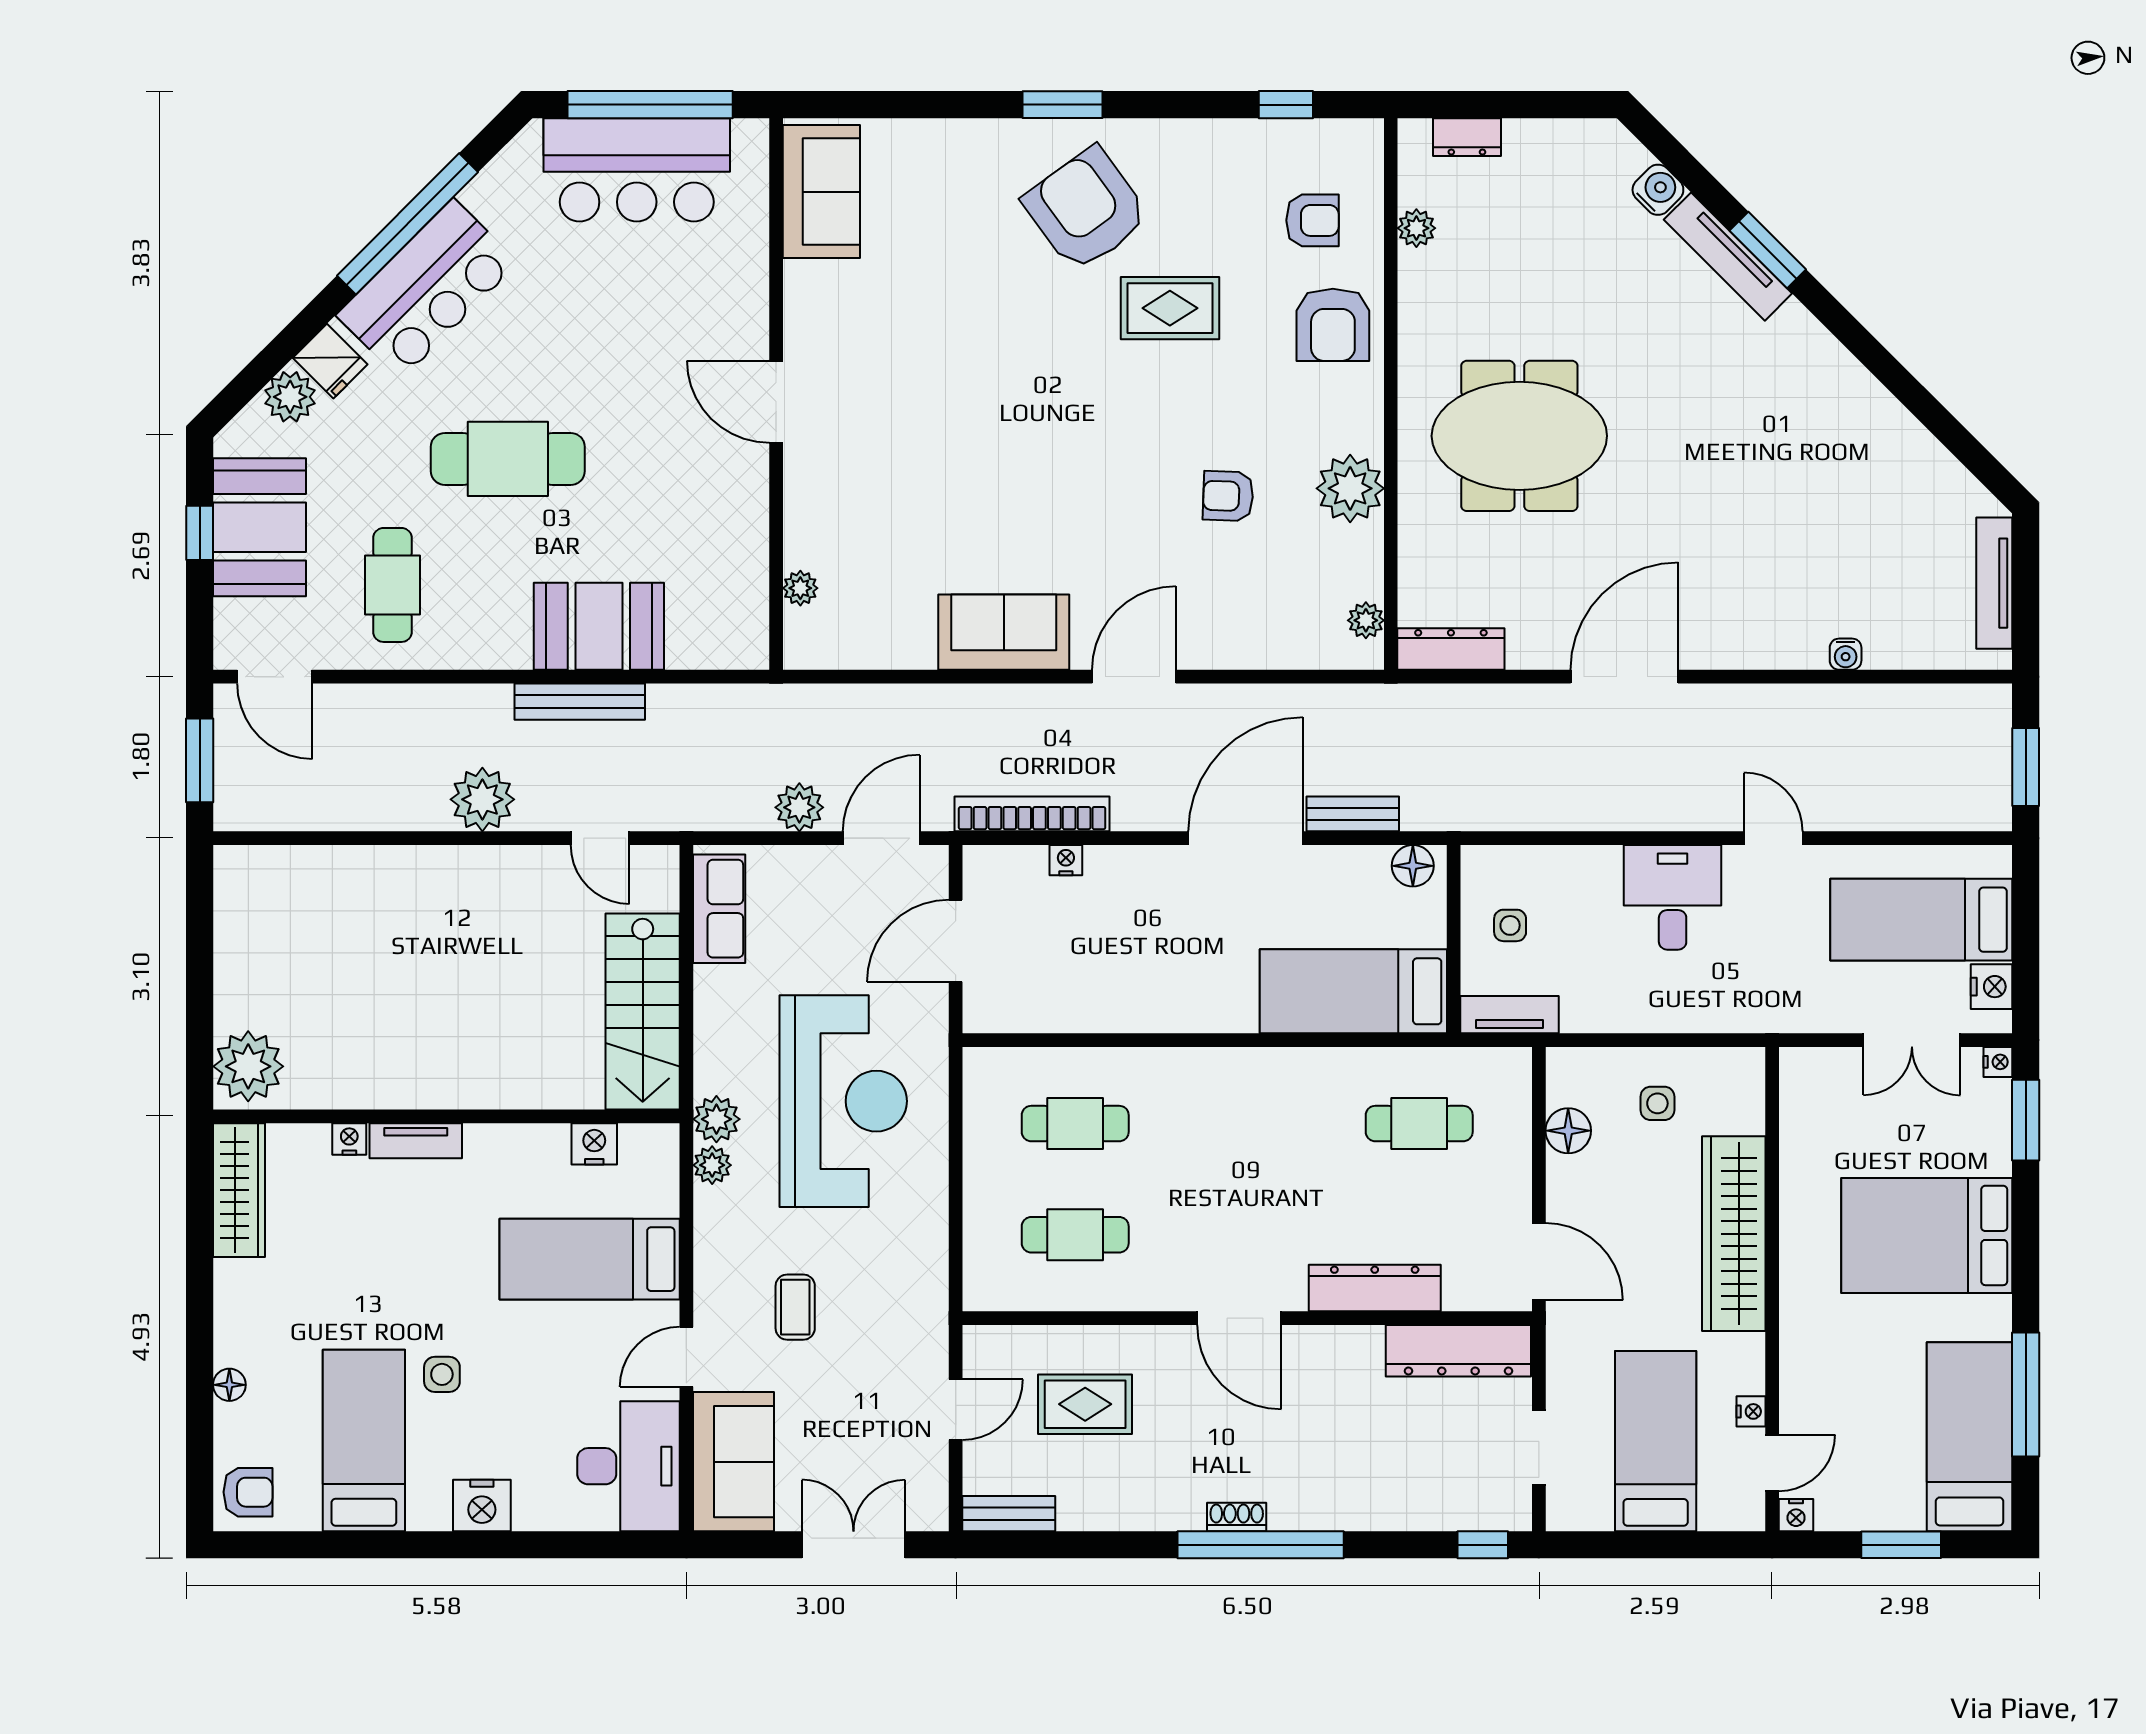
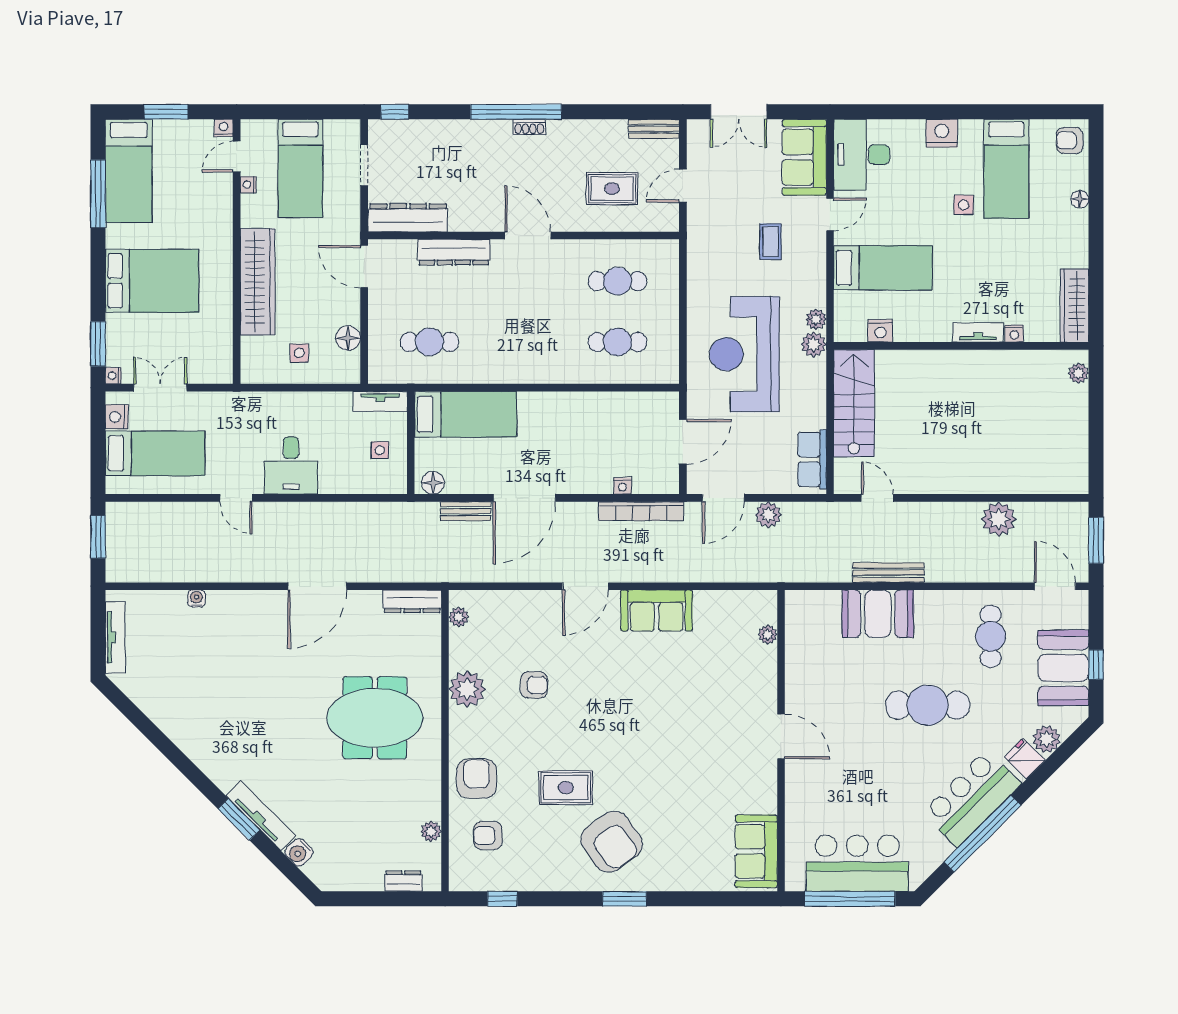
plant: (482, 799) -> (999, 519), moved
plant: (248, 1066) -> (1078, 373), width x0.53, depth x0.53

